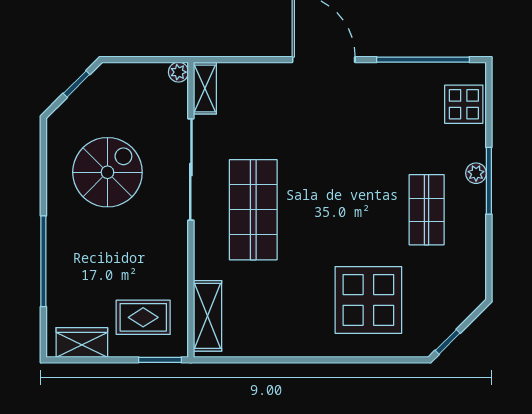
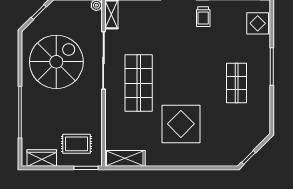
trolley: (367, 92) -> (203, 17), added
spiral stairs: (107, 172) -> (56, 62), width x1.37, depth x1.37
plant: (476, 173) -> (265, 62), removed
display table: (368, 300) -> (181, 124), moved
shelving: (208, 316) -> (125, 158), moved, turned 90

